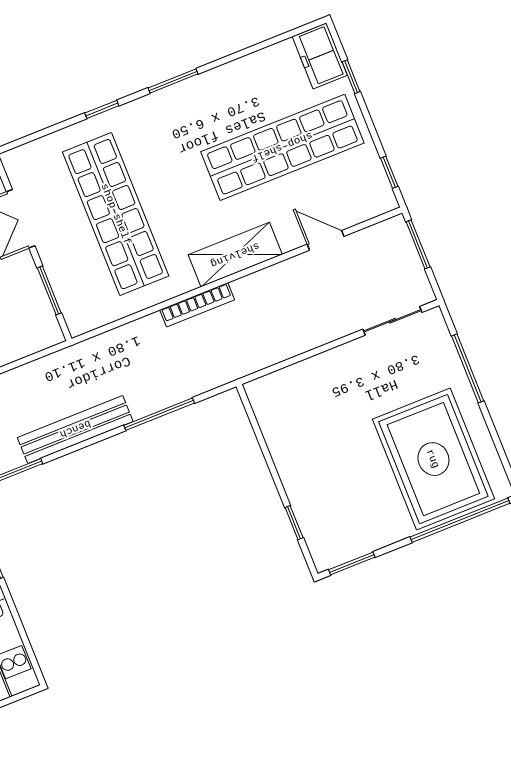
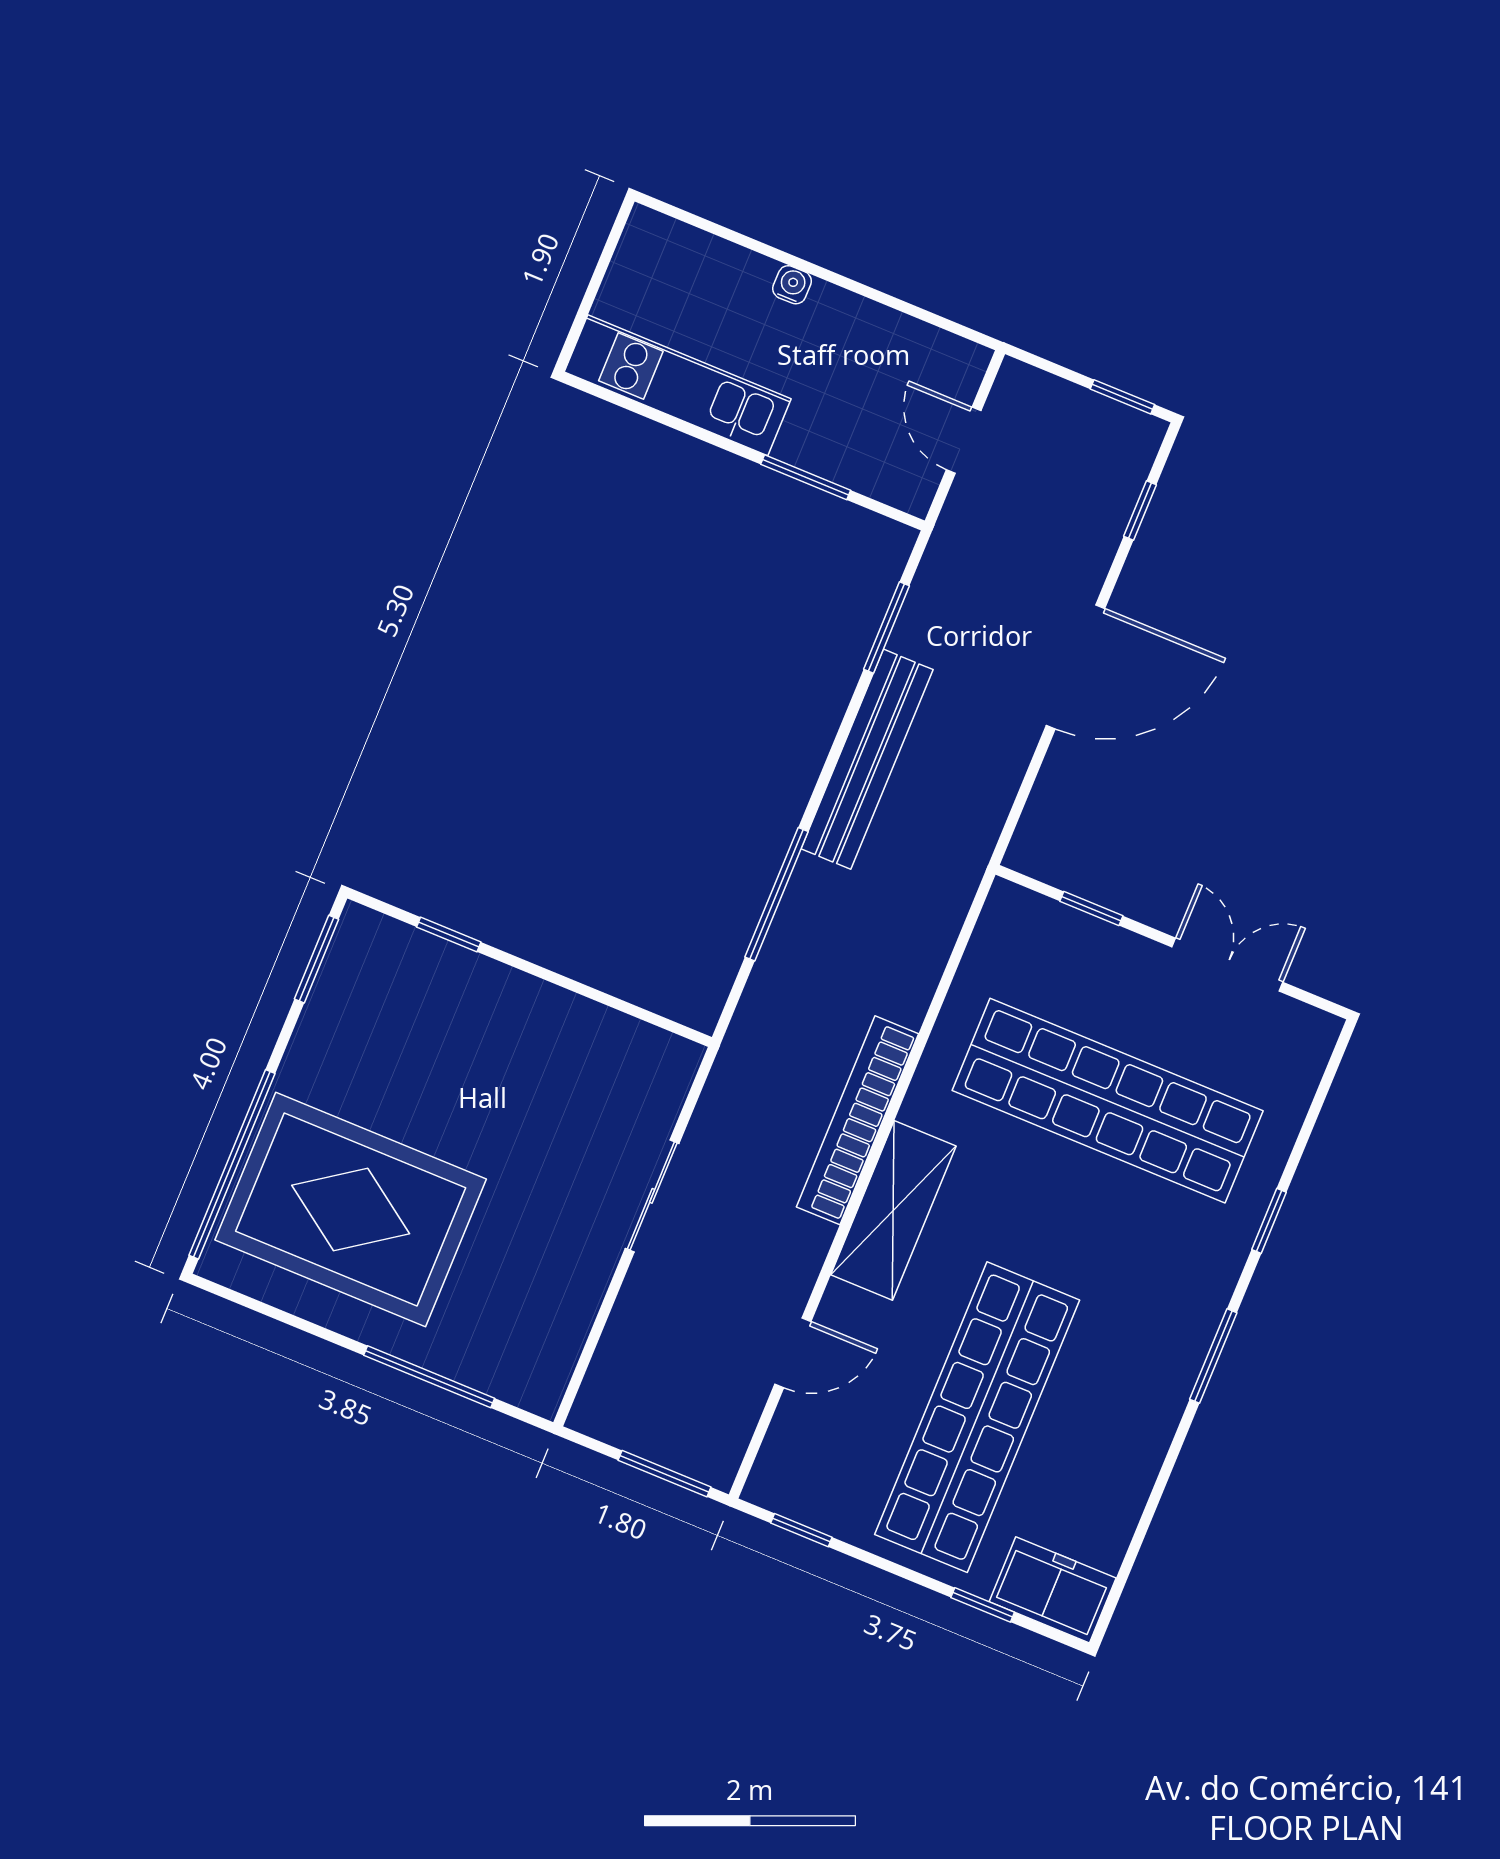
window: (49, 290) -> (1091, 909), width x0.67
bookcase: (197, 305) -> (857, 1120), width x1.48, depth x1.31
sliding door: (392, 321) -> (652, 1196), moved

